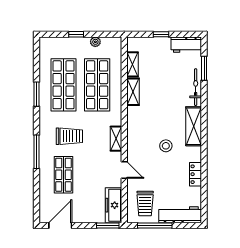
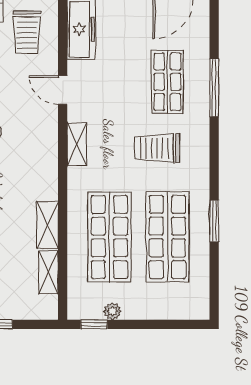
window: (76, 34) -> (94, 324), moved
window: (36, 152) -> (214, 88), moved
trolley: (145, 204) -> (27, 32), turned 180

